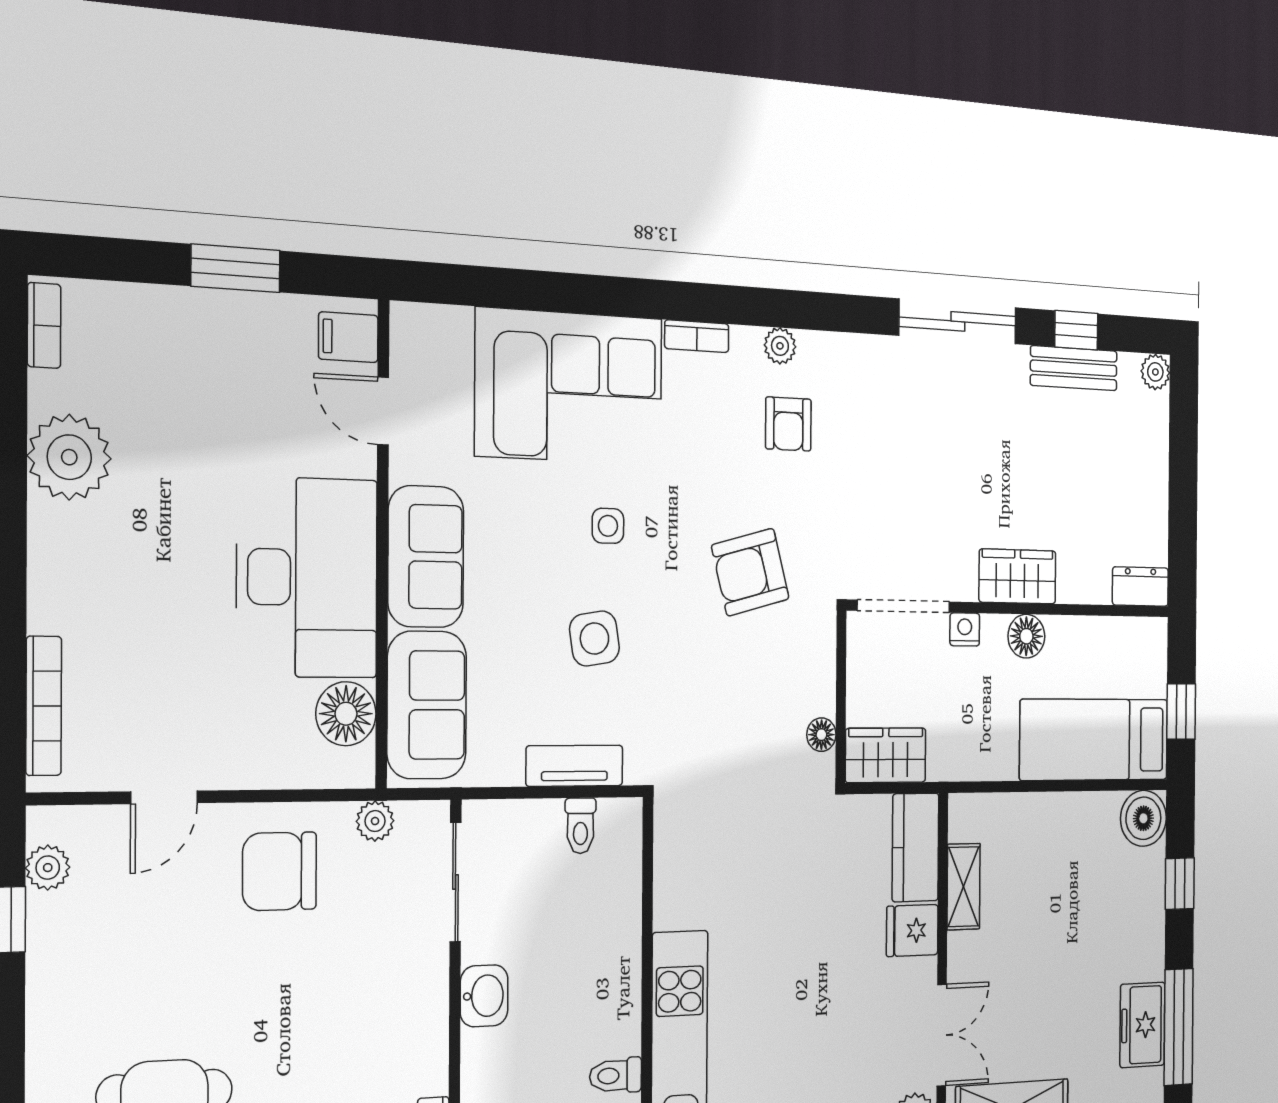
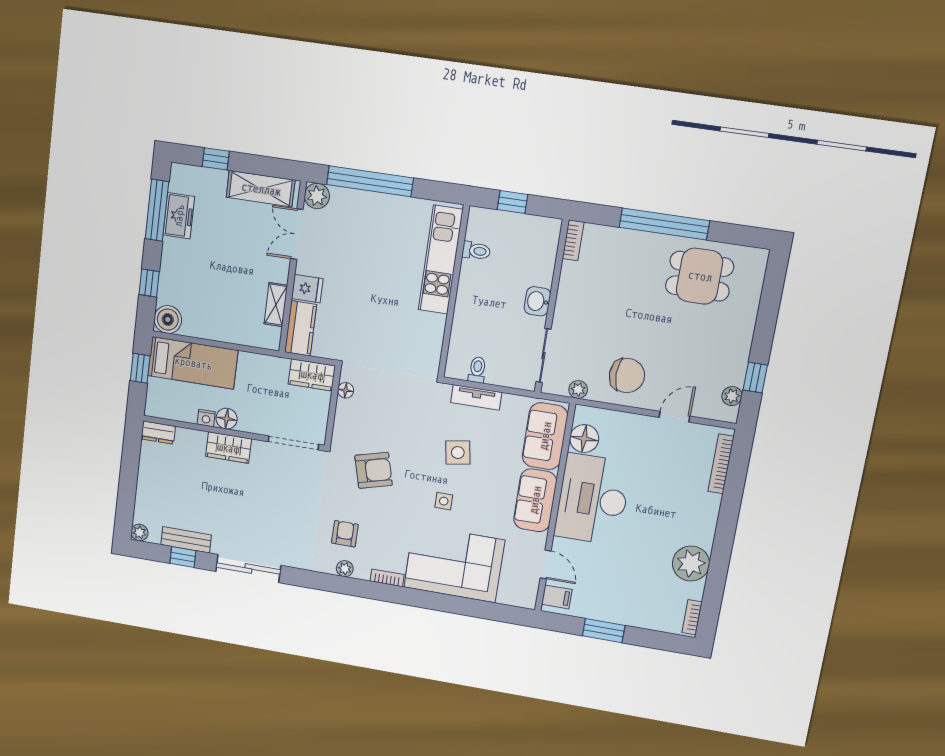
nightstand: (965, 629) -> (206, 418), moved

